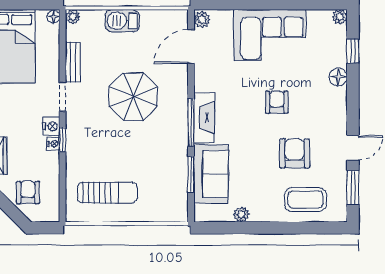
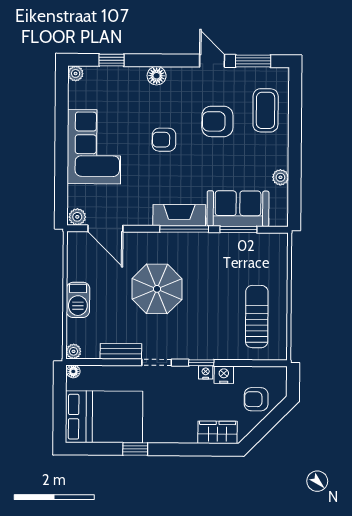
floor lamp: (338, 77) -> (157, 76), moved
nightstand: (51, 126) -> (224, 375), moved

